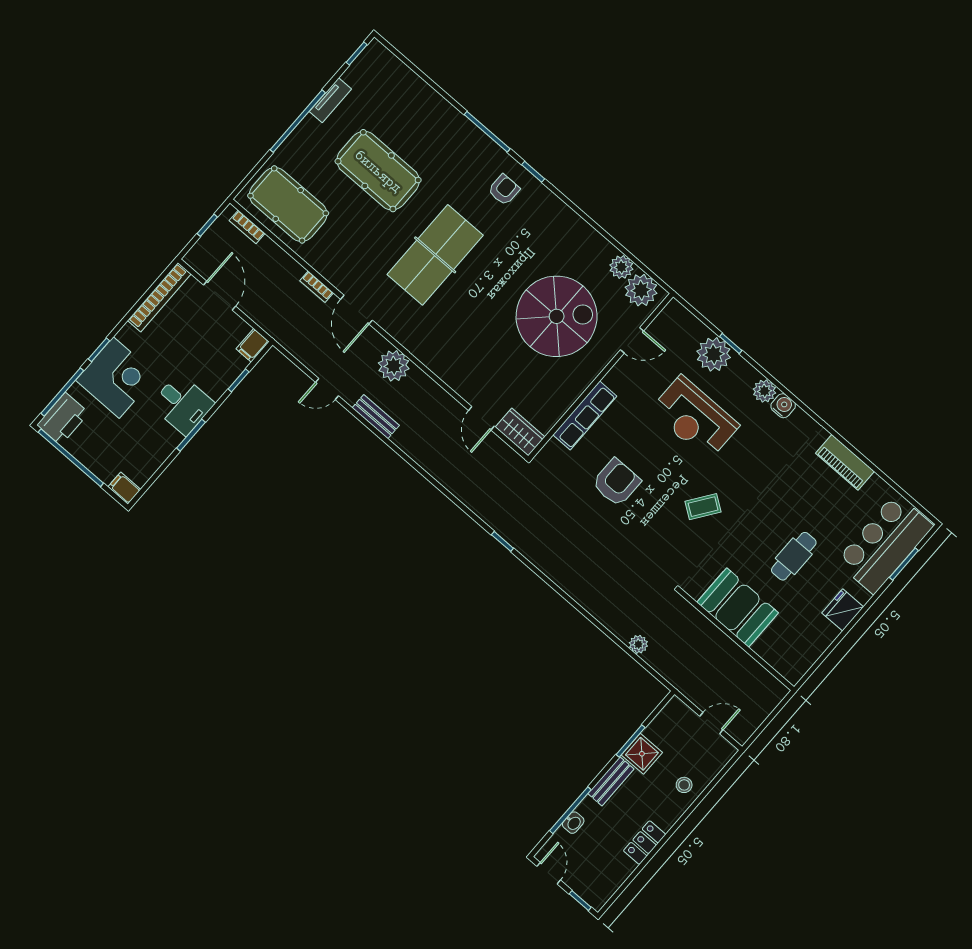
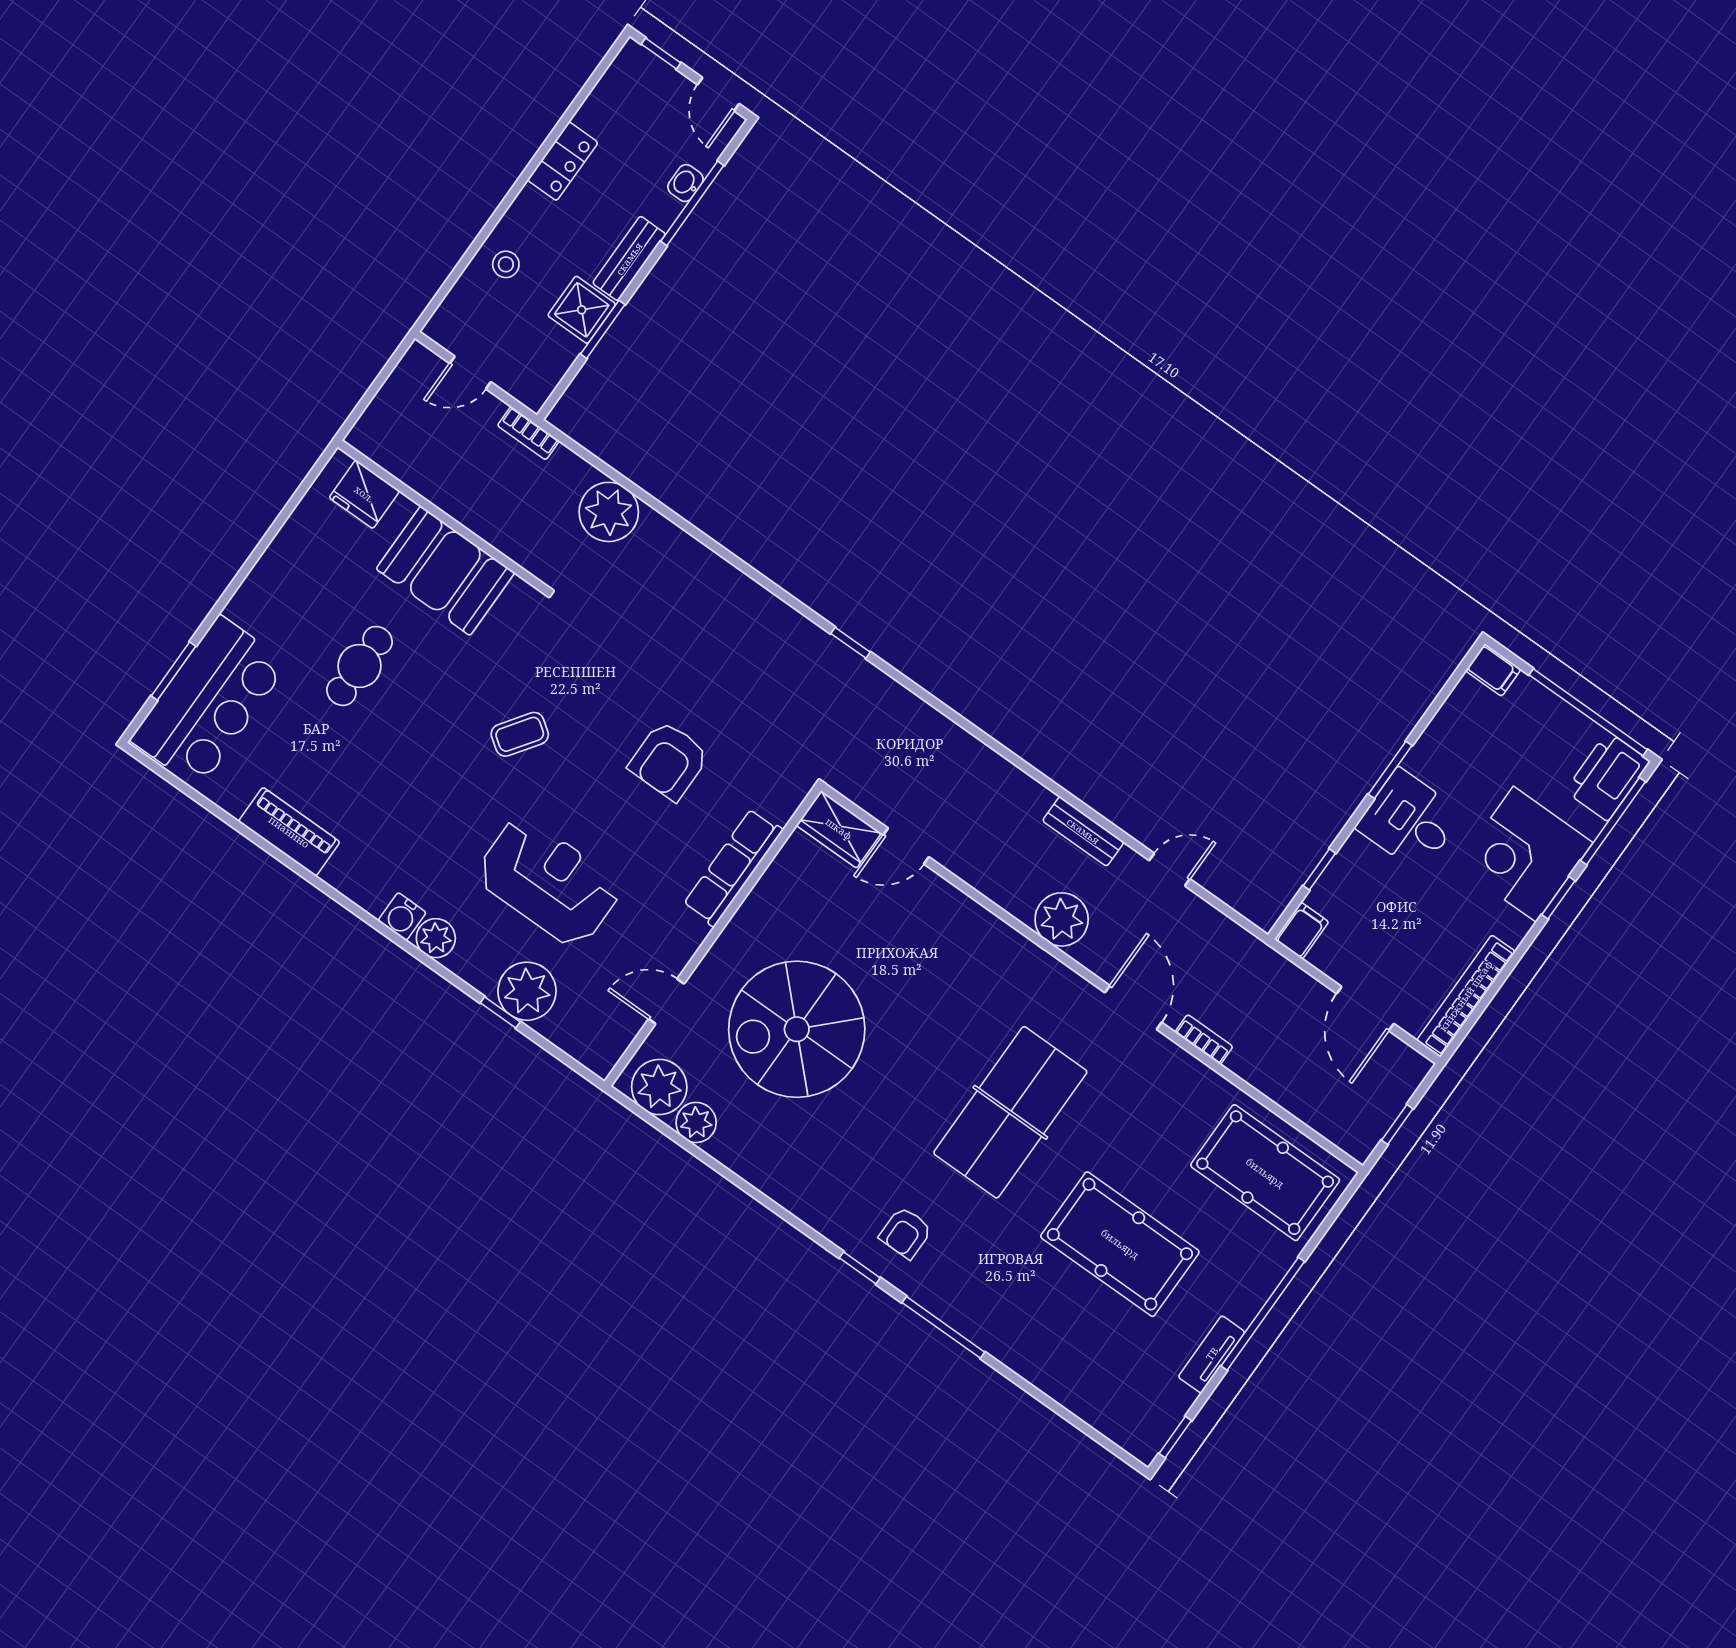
bookcase: (247, 227) -> (528, 433), moved, turned 180
door: (481, 418) -> (906, 846), swing flipped
fridge: (843, 610) -> (364, 494), moved, turned 90
plant: (638, 644) -> (609, 512), width x1.87, depth x1.87

